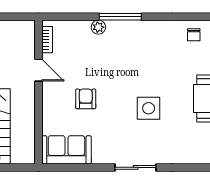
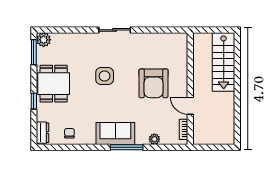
plant: (98, 27) -> (154, 139), moved
armchair: (86, 99) -> (154, 83), width x1.88, depth x1.88
sofa: (66, 150) -> (115, 134), moved, turned 180

